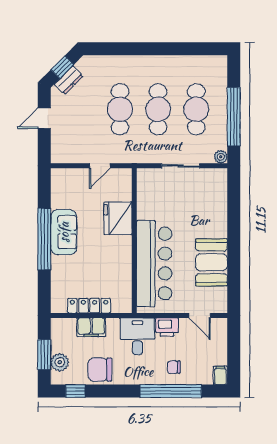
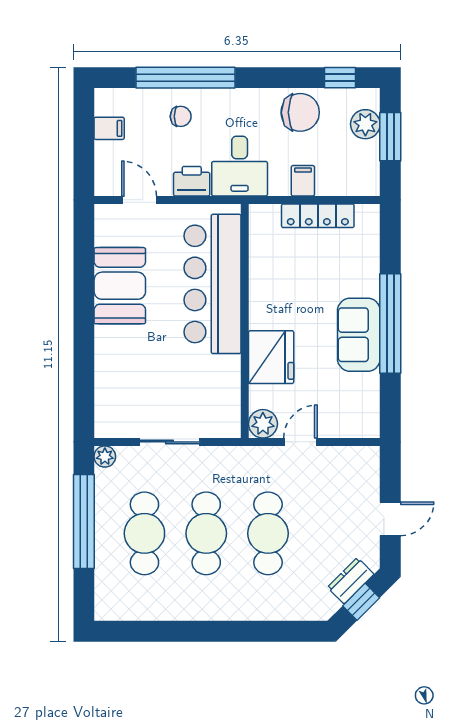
plant: (123, 177) -> (263, 424), added
filing cabinet: (91, 327) -> (303, 181), width x0.50
filing cabinet: (220, 375) -> (109, 128), moved, turned -90

